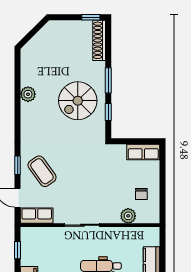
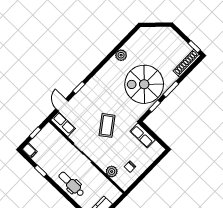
spiral stairs: (78, 101) -> (144, 84), width x1.37, depth x1.37
row of seats: (143, 152) -> (143, 136), moved
coffee table: (42, 171) -> (107, 125), moved

